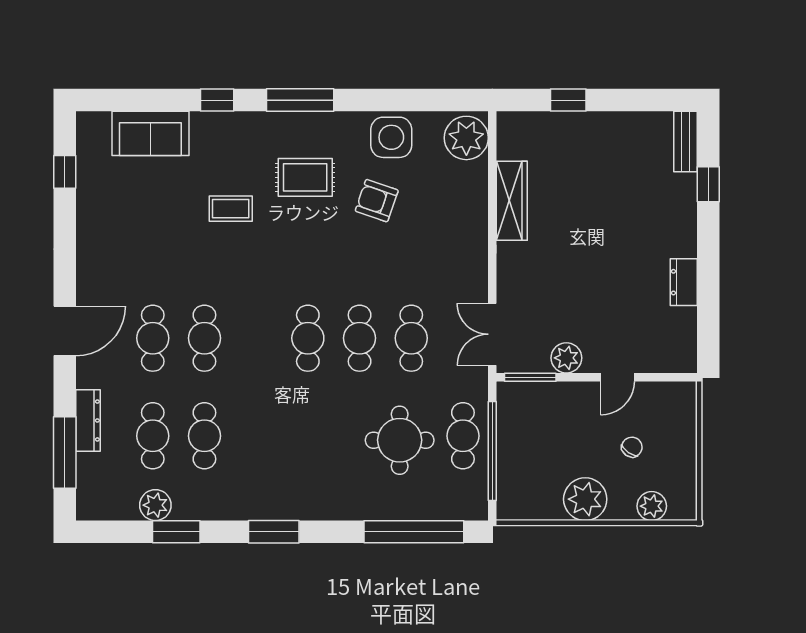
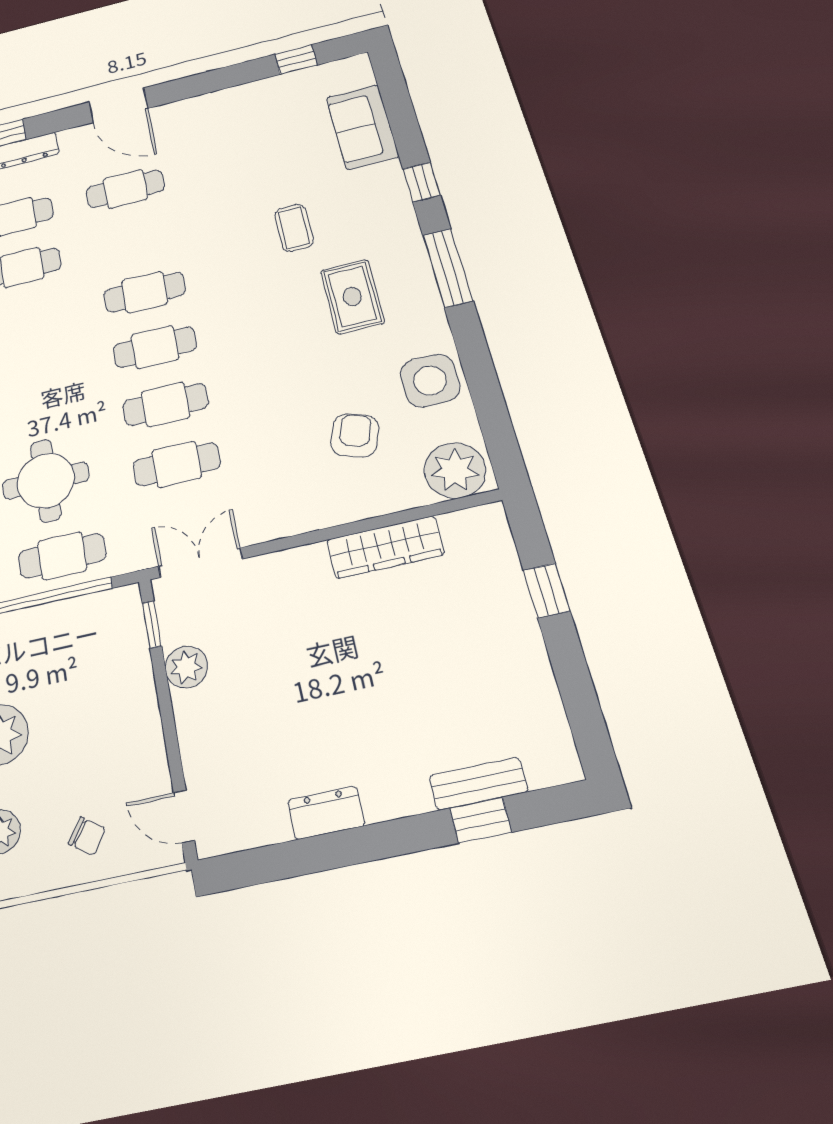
bench: (685, 142) -> (478, 784), moved
armchair: (377, 201) -> (355, 435), moved
cafe table: (204, 338) -> (145, 292), moved
window: (530, 377) -> (152, 624), width x0.67
door: (617, 377) -> (184, 816), moved
chair: (632, 447) -> (87, 836), moved

